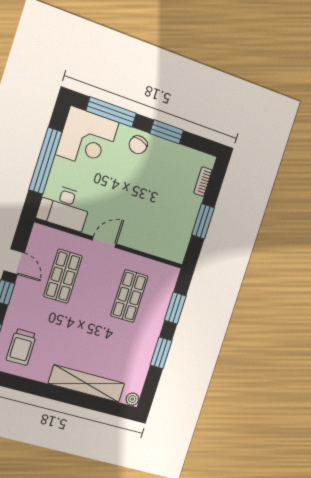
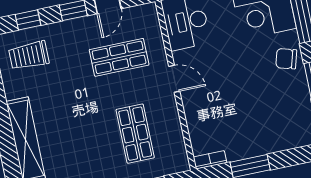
bookcase: (203, 182) -> (210, 160), moved
shop shelf: (129, 296) -> (135, 134), turned 90

